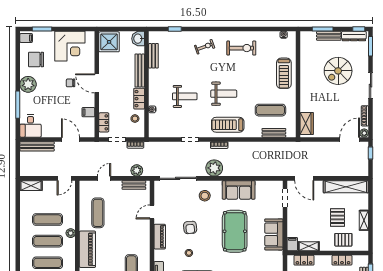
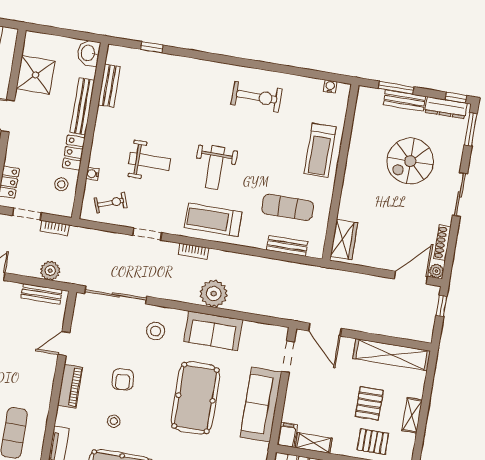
shower: (109, 42) -> (36, 75), moved
exercise bike: (205, 47) -> (111, 203), moved
weight bench: (224, 94) -> (215, 168), turned 90
plant: (214, 168) -> (214, 294), moved
sofa: (274, 234) -> (261, 405), width x1.36

